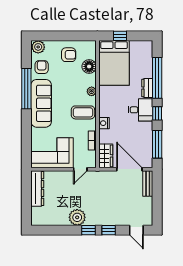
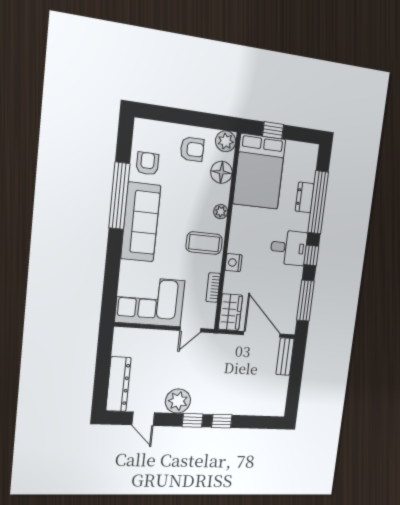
plant: (38, 47) -> (226, 141), moved
dresser: (147, 88) -> (305, 197), moved
dresser: (37, 188) -> (118, 384), moved
door: (136, 230) -> (143, 419), moved

